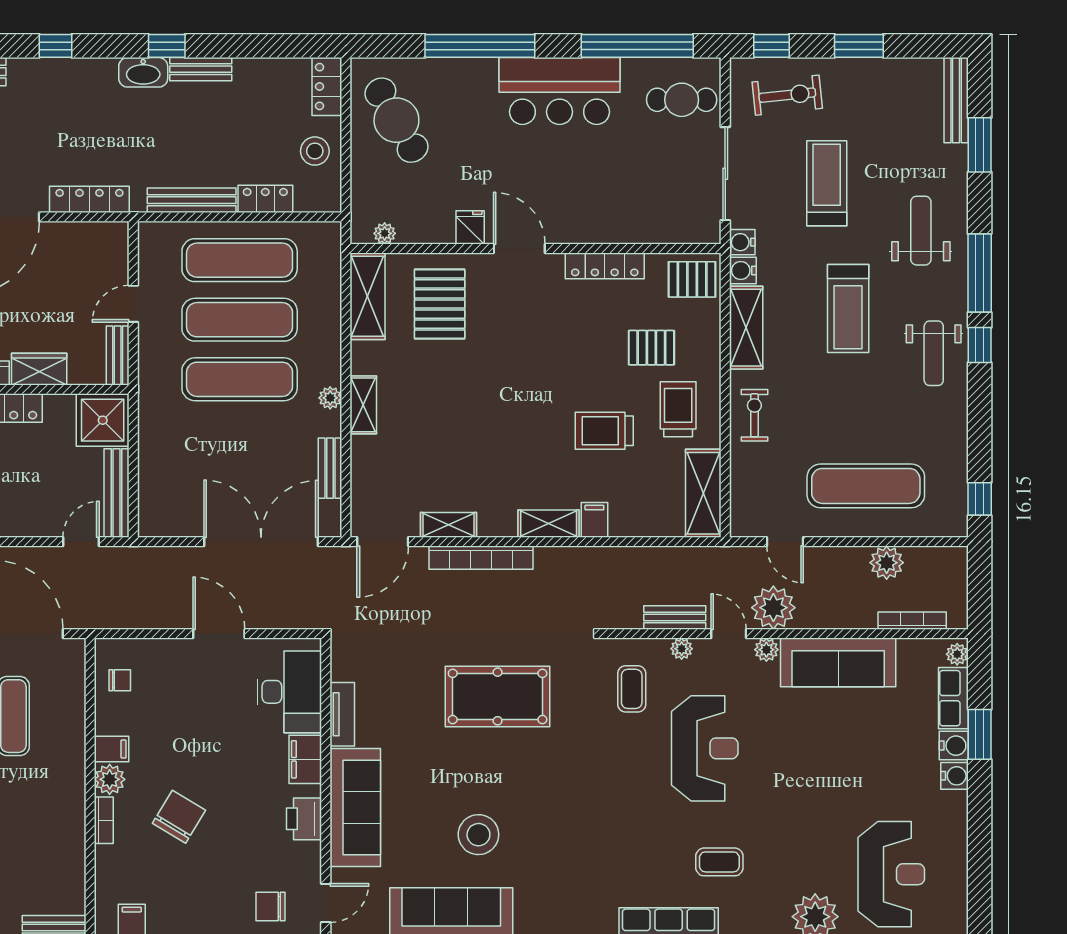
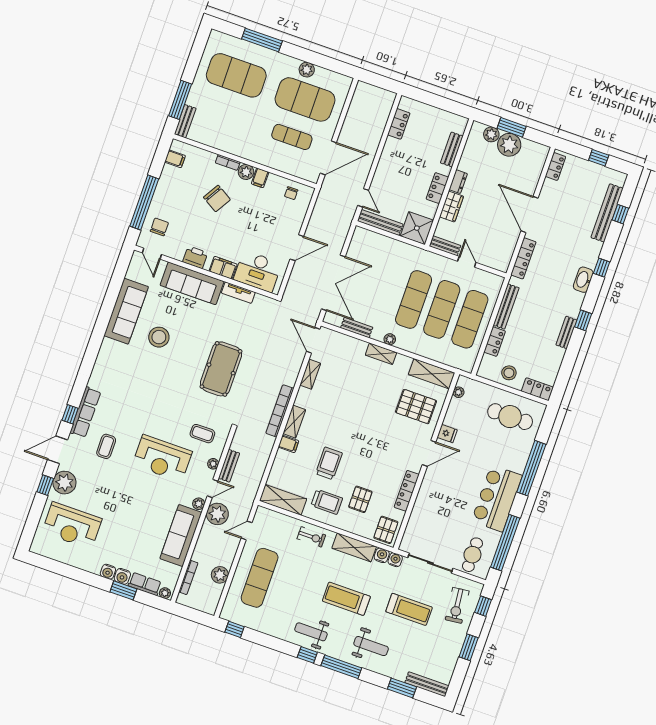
washbasin: (143, 72) -> (583, 280), moved
cafe table: (396, 120) -> (510, 417), turned 30
bookcase: (481, 558) -> (280, 411), moved

